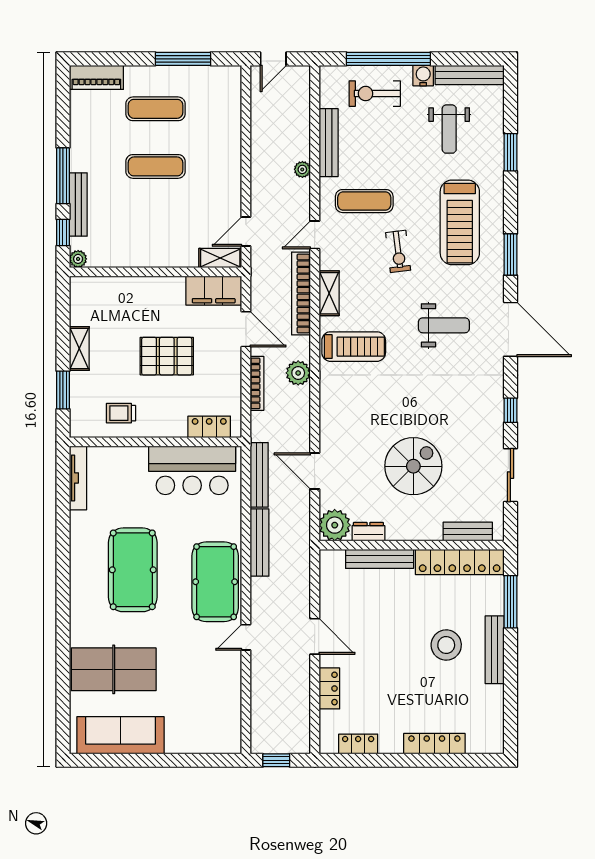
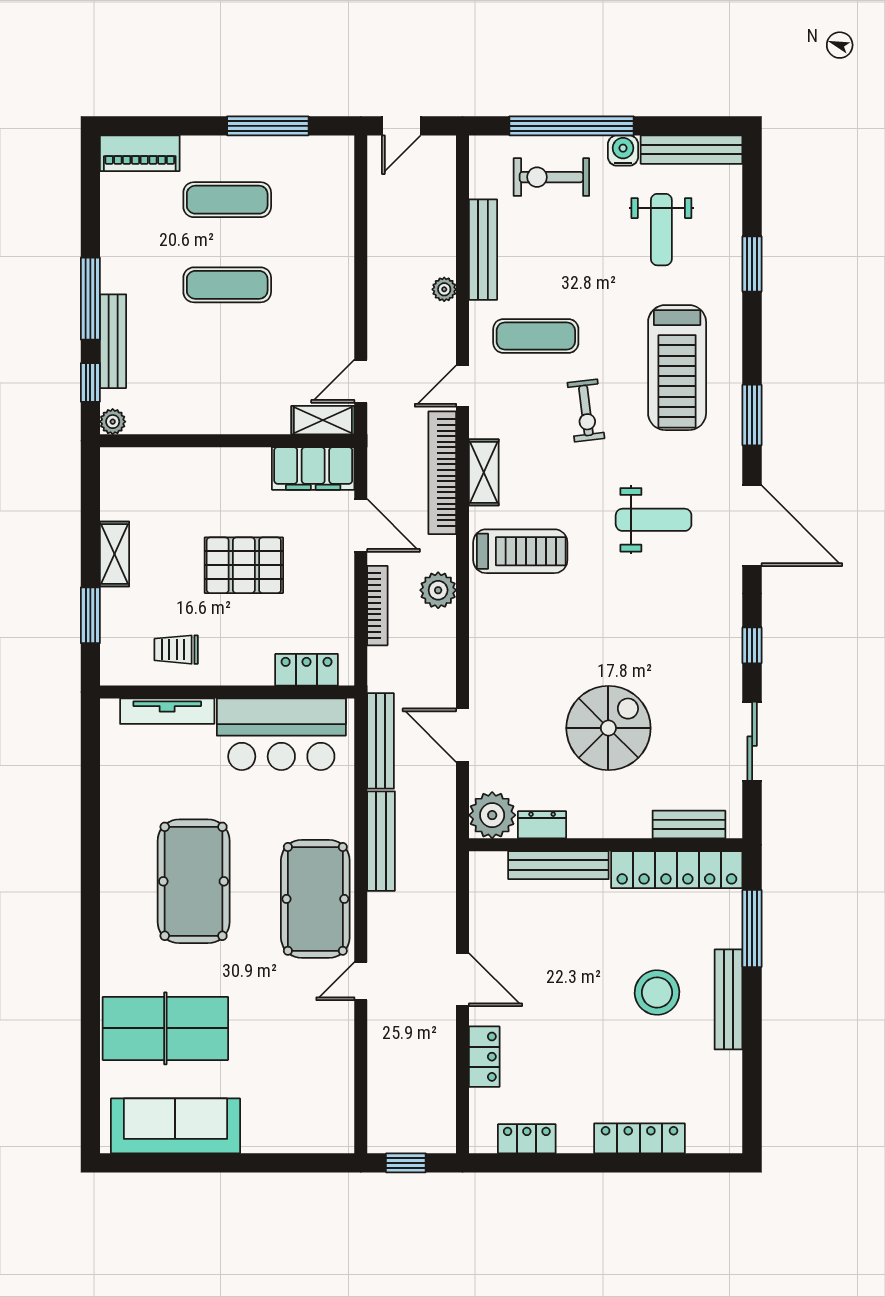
tv unit: (78, 478) -> (167, 711), moved, turned 90

